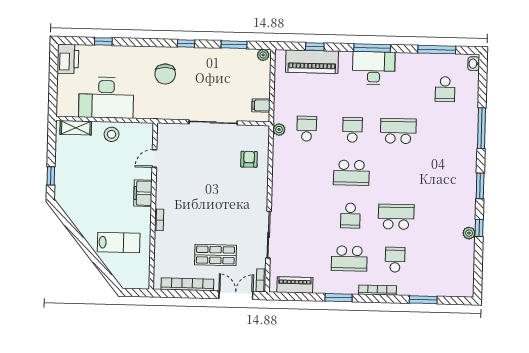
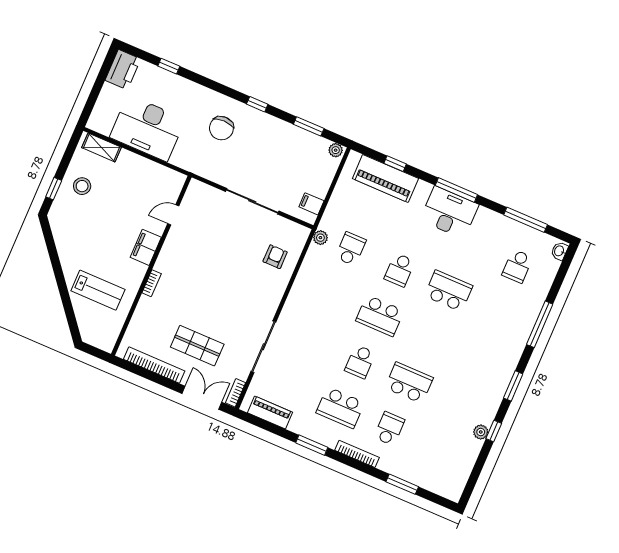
school desk: (352, 130) -> (400, 270), turned 180
stool: (112, 134) -> (82, 186), moved

